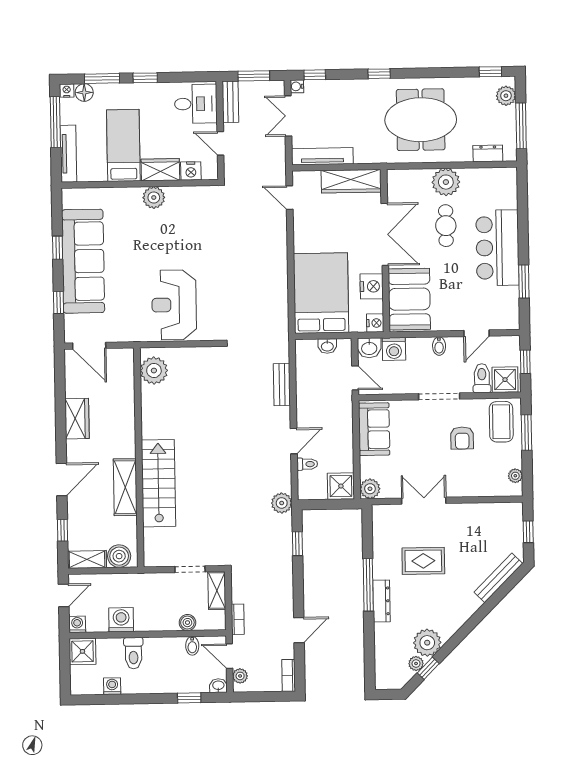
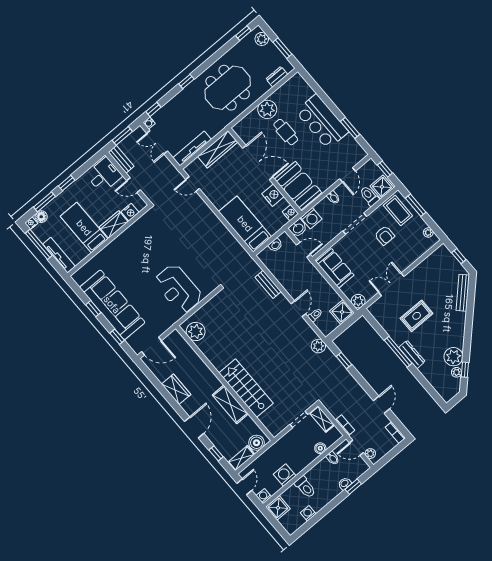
window: (521, 126) -> (282, 48), width x0.69
plant: (154, 197) -> (122, 242), removed
bed: (321, 293) -> (245, 224), width x0.67
washbasin: (218, 686) -> (345, 484), moved

